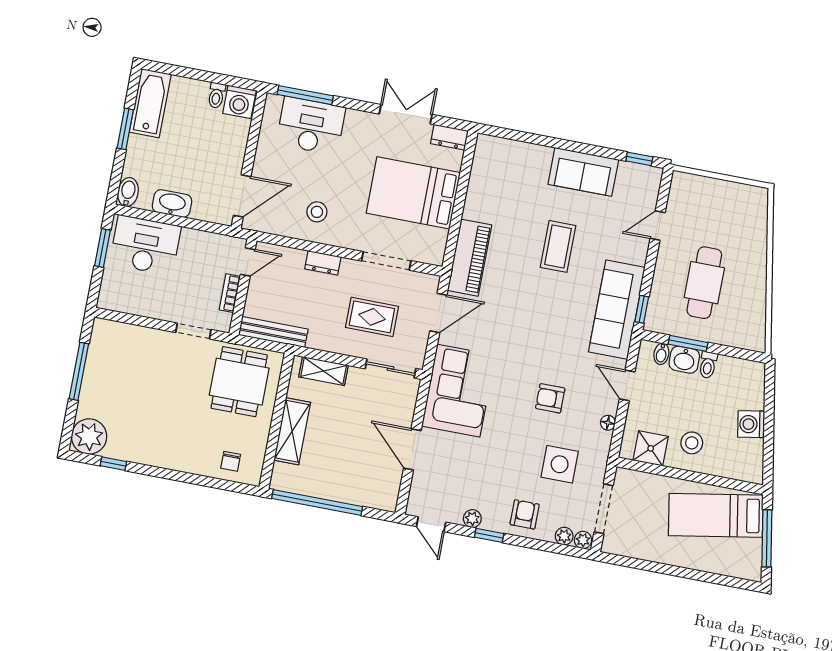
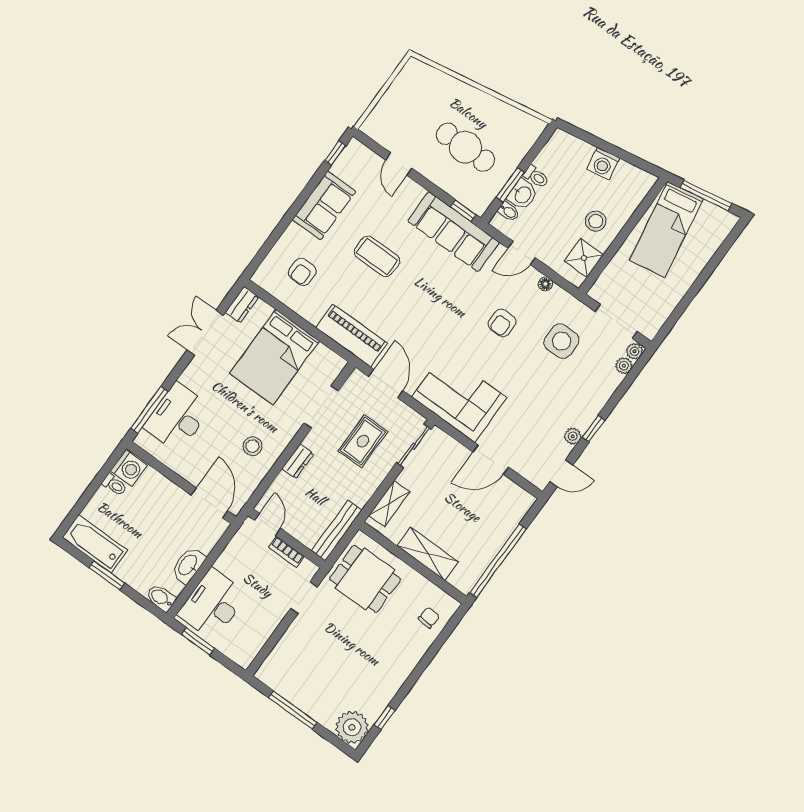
chair: (231, 461) -> (429, 618), turned -85
armchair: (525, 514) -> (302, 272), moved, turned -90

